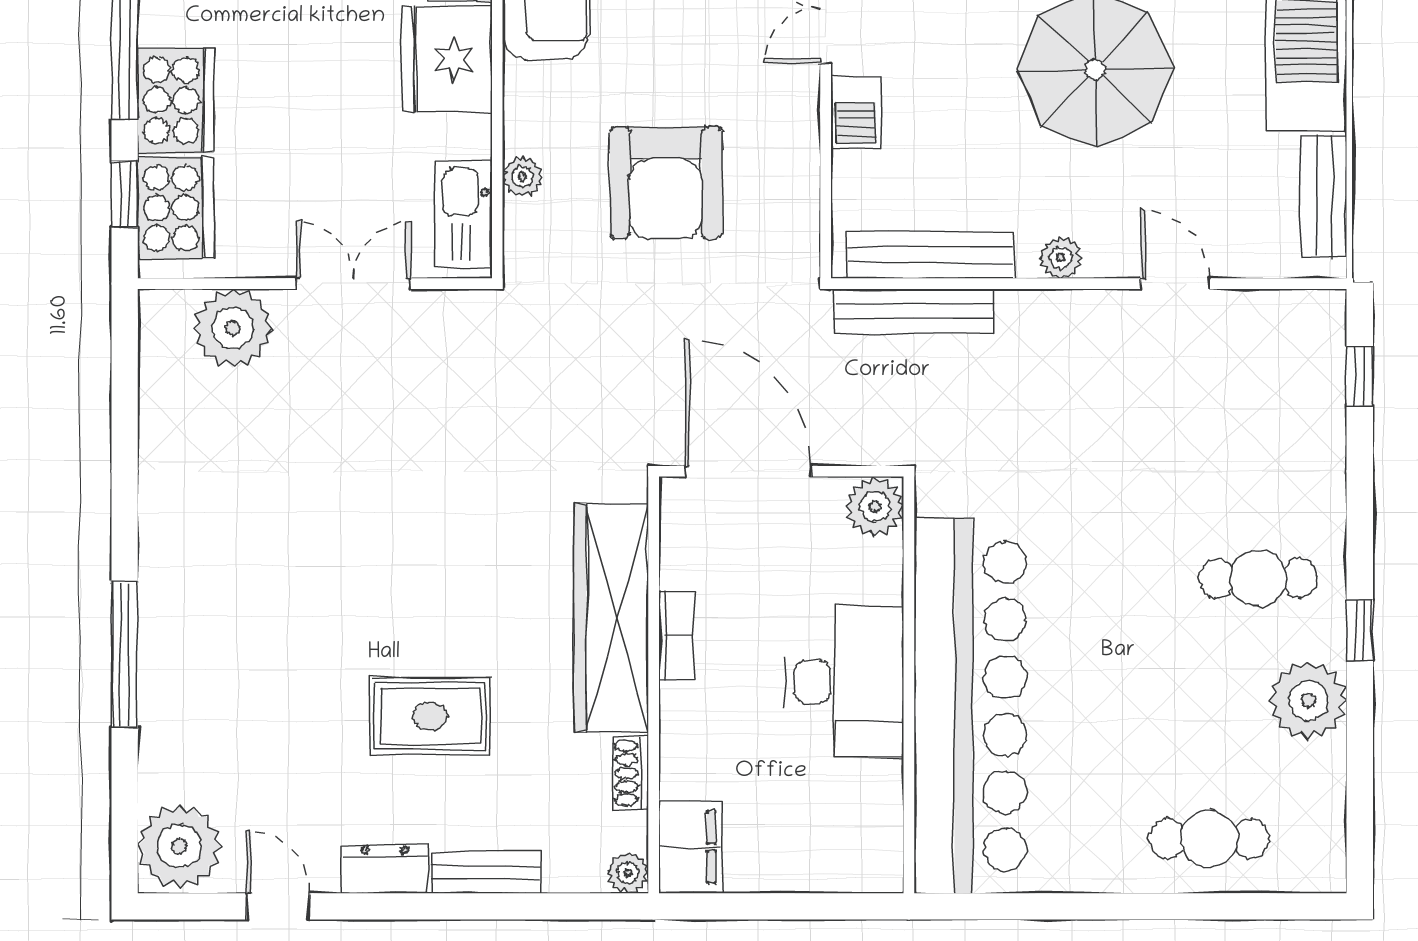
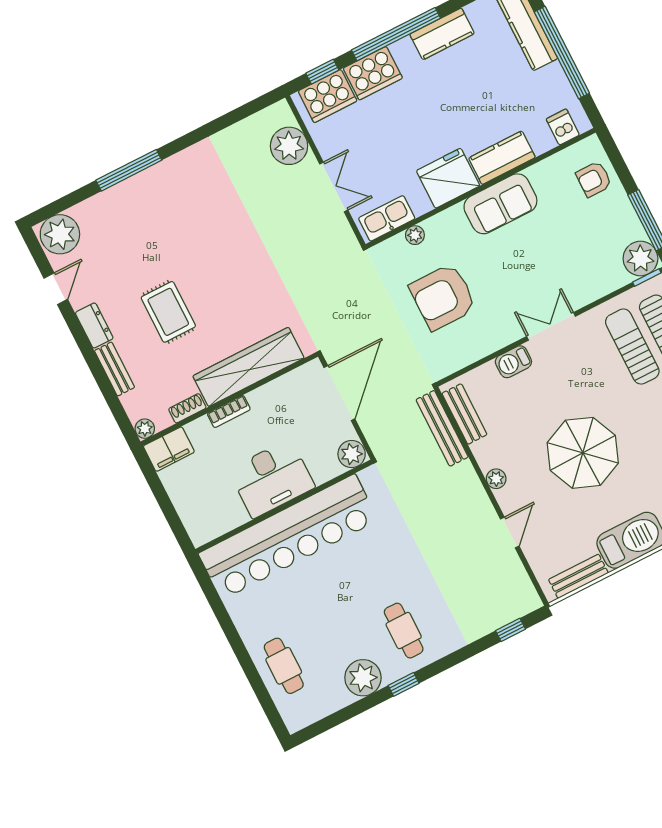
bench: (930, 255) -> (464, 414), width x0.73
bookcase: (676, 636) -> (229, 411), moved

